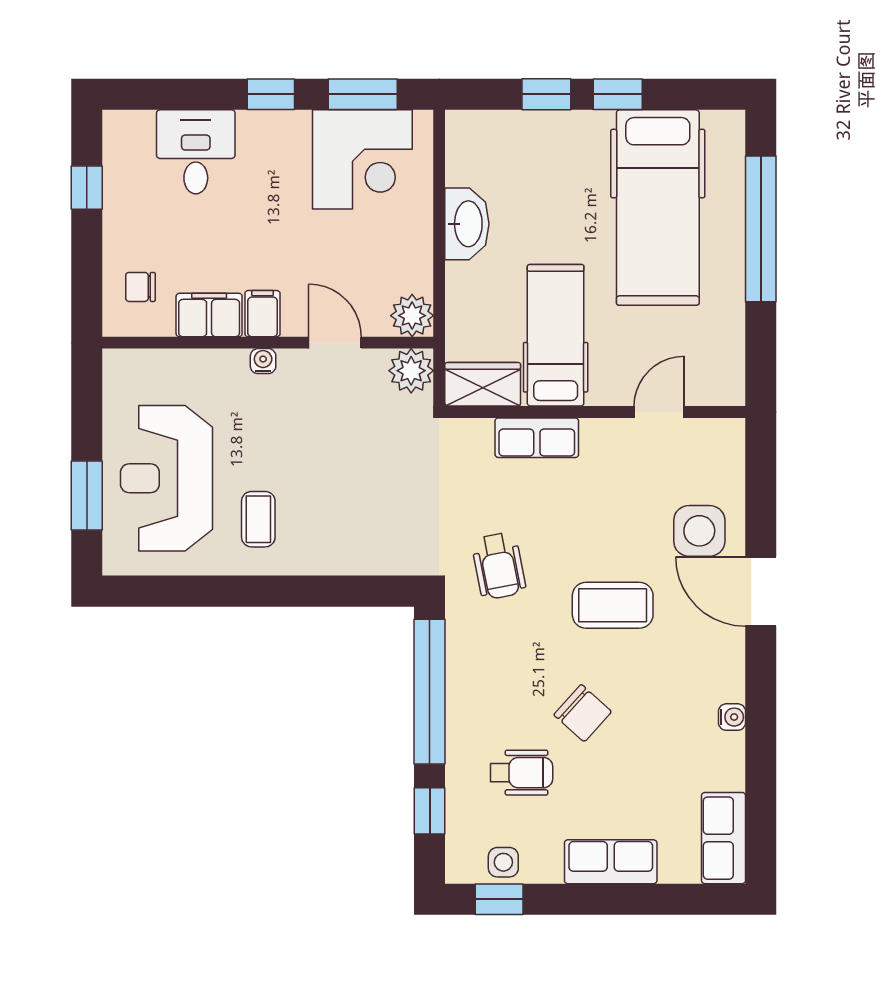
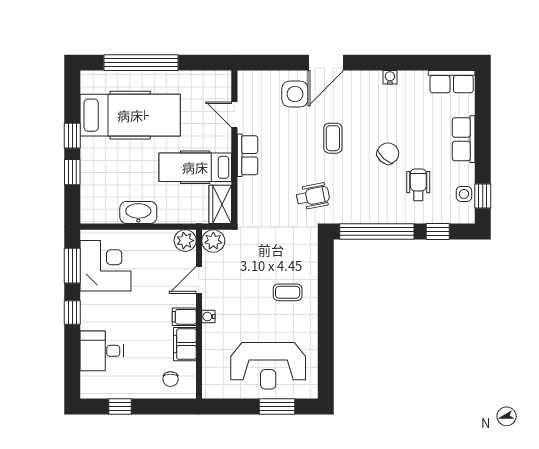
row of seats: (537, 438) -> (247, 155), moved
coffee table: (258, 519) -> (288, 292), moved
coffee table: (613, 605) -> (333, 138), width x0.73, depth x0.77

